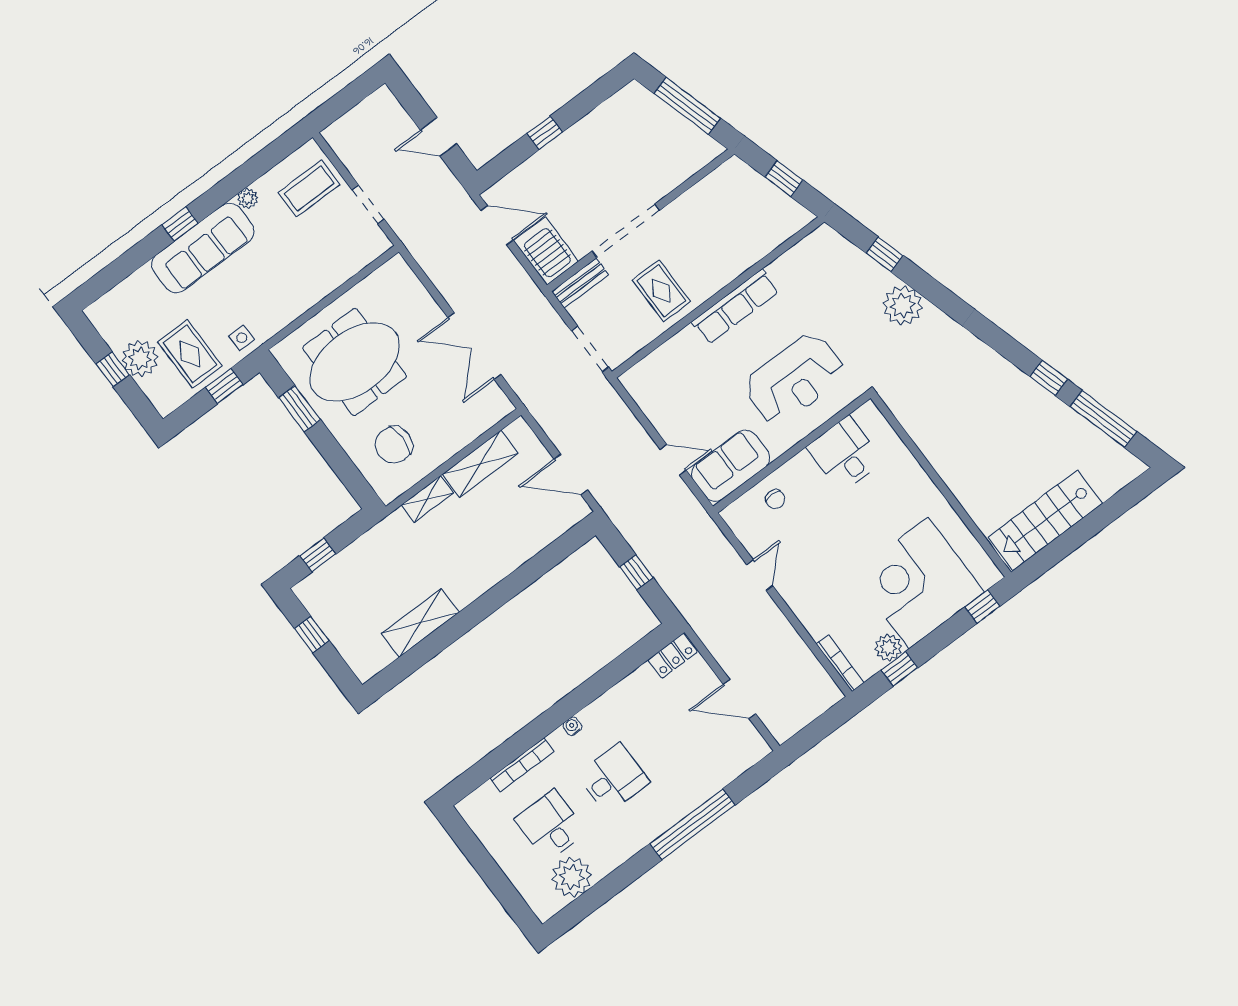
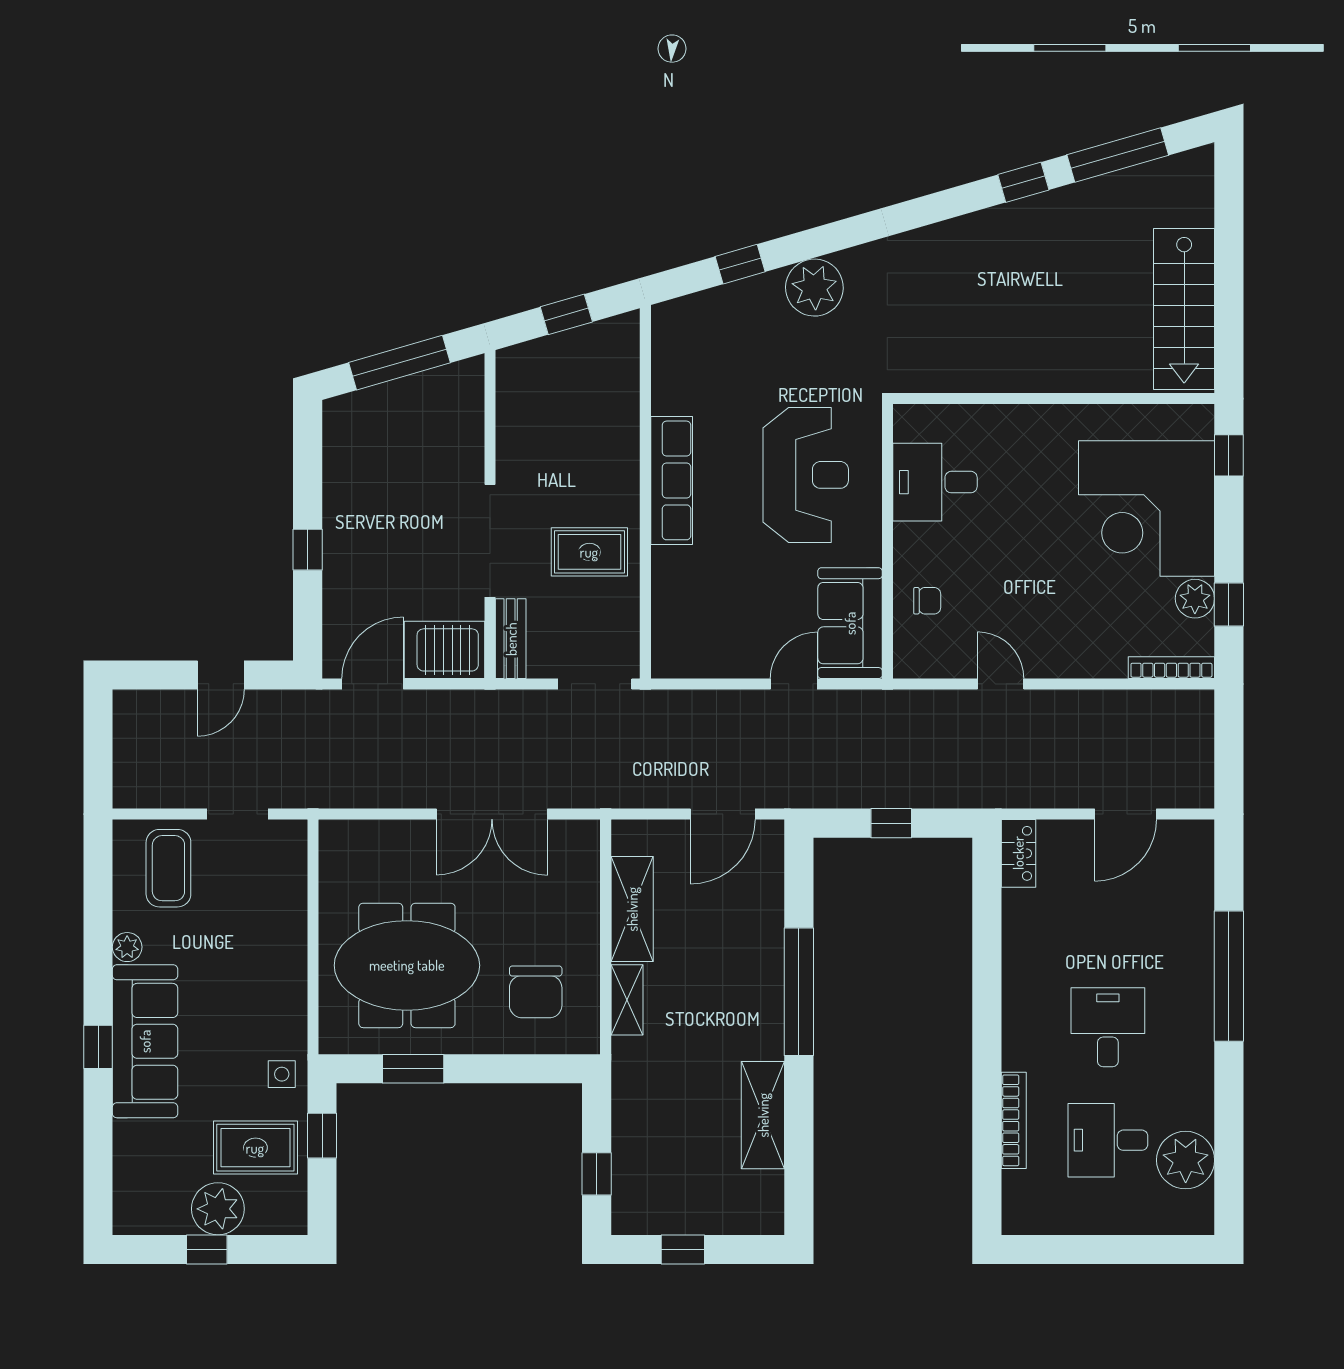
meeting table: (355, 362) -> (407, 965), turned 90
window: (504, 591) -> (799, 992), added
water cooler: (572, 726) -> (1013, 1029), removed

